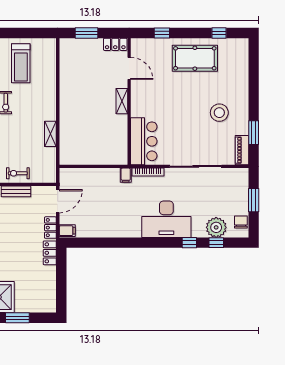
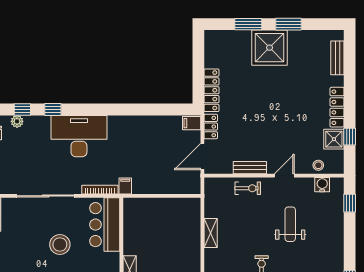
stool: (219, 113) -> (60, 244), moved
plant: (216, 227) -> (17, 121), width x0.53, depth x0.53
locker: (50, 253) -> (211, 90), width x1.53

